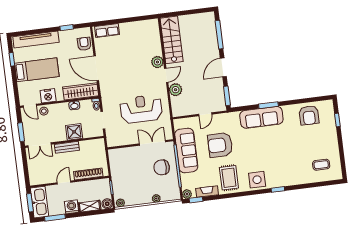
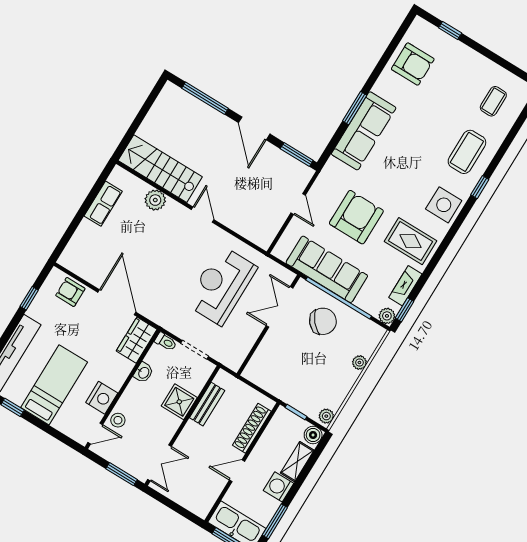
row of seats: (107, 30) -> (103, 204), moved
plant: (157, 62) -> (155, 200), moved
door: (96, 68) -> (117, 302), swing flipped
plant: (176, 90) -> (232, 218), removed
wardrobe: (81, 91) -> (137, 340), width x0.67
armchair: (220, 145) -> (356, 217), turned 180
bench: (67, 147) -> (207, 404), moved
chair: (162, 167) -> (323, 321), turned -131
coffee table: (289, 171) -> (467, 152), added
door: (64, 182) -> (237, 471), hinge flipped

